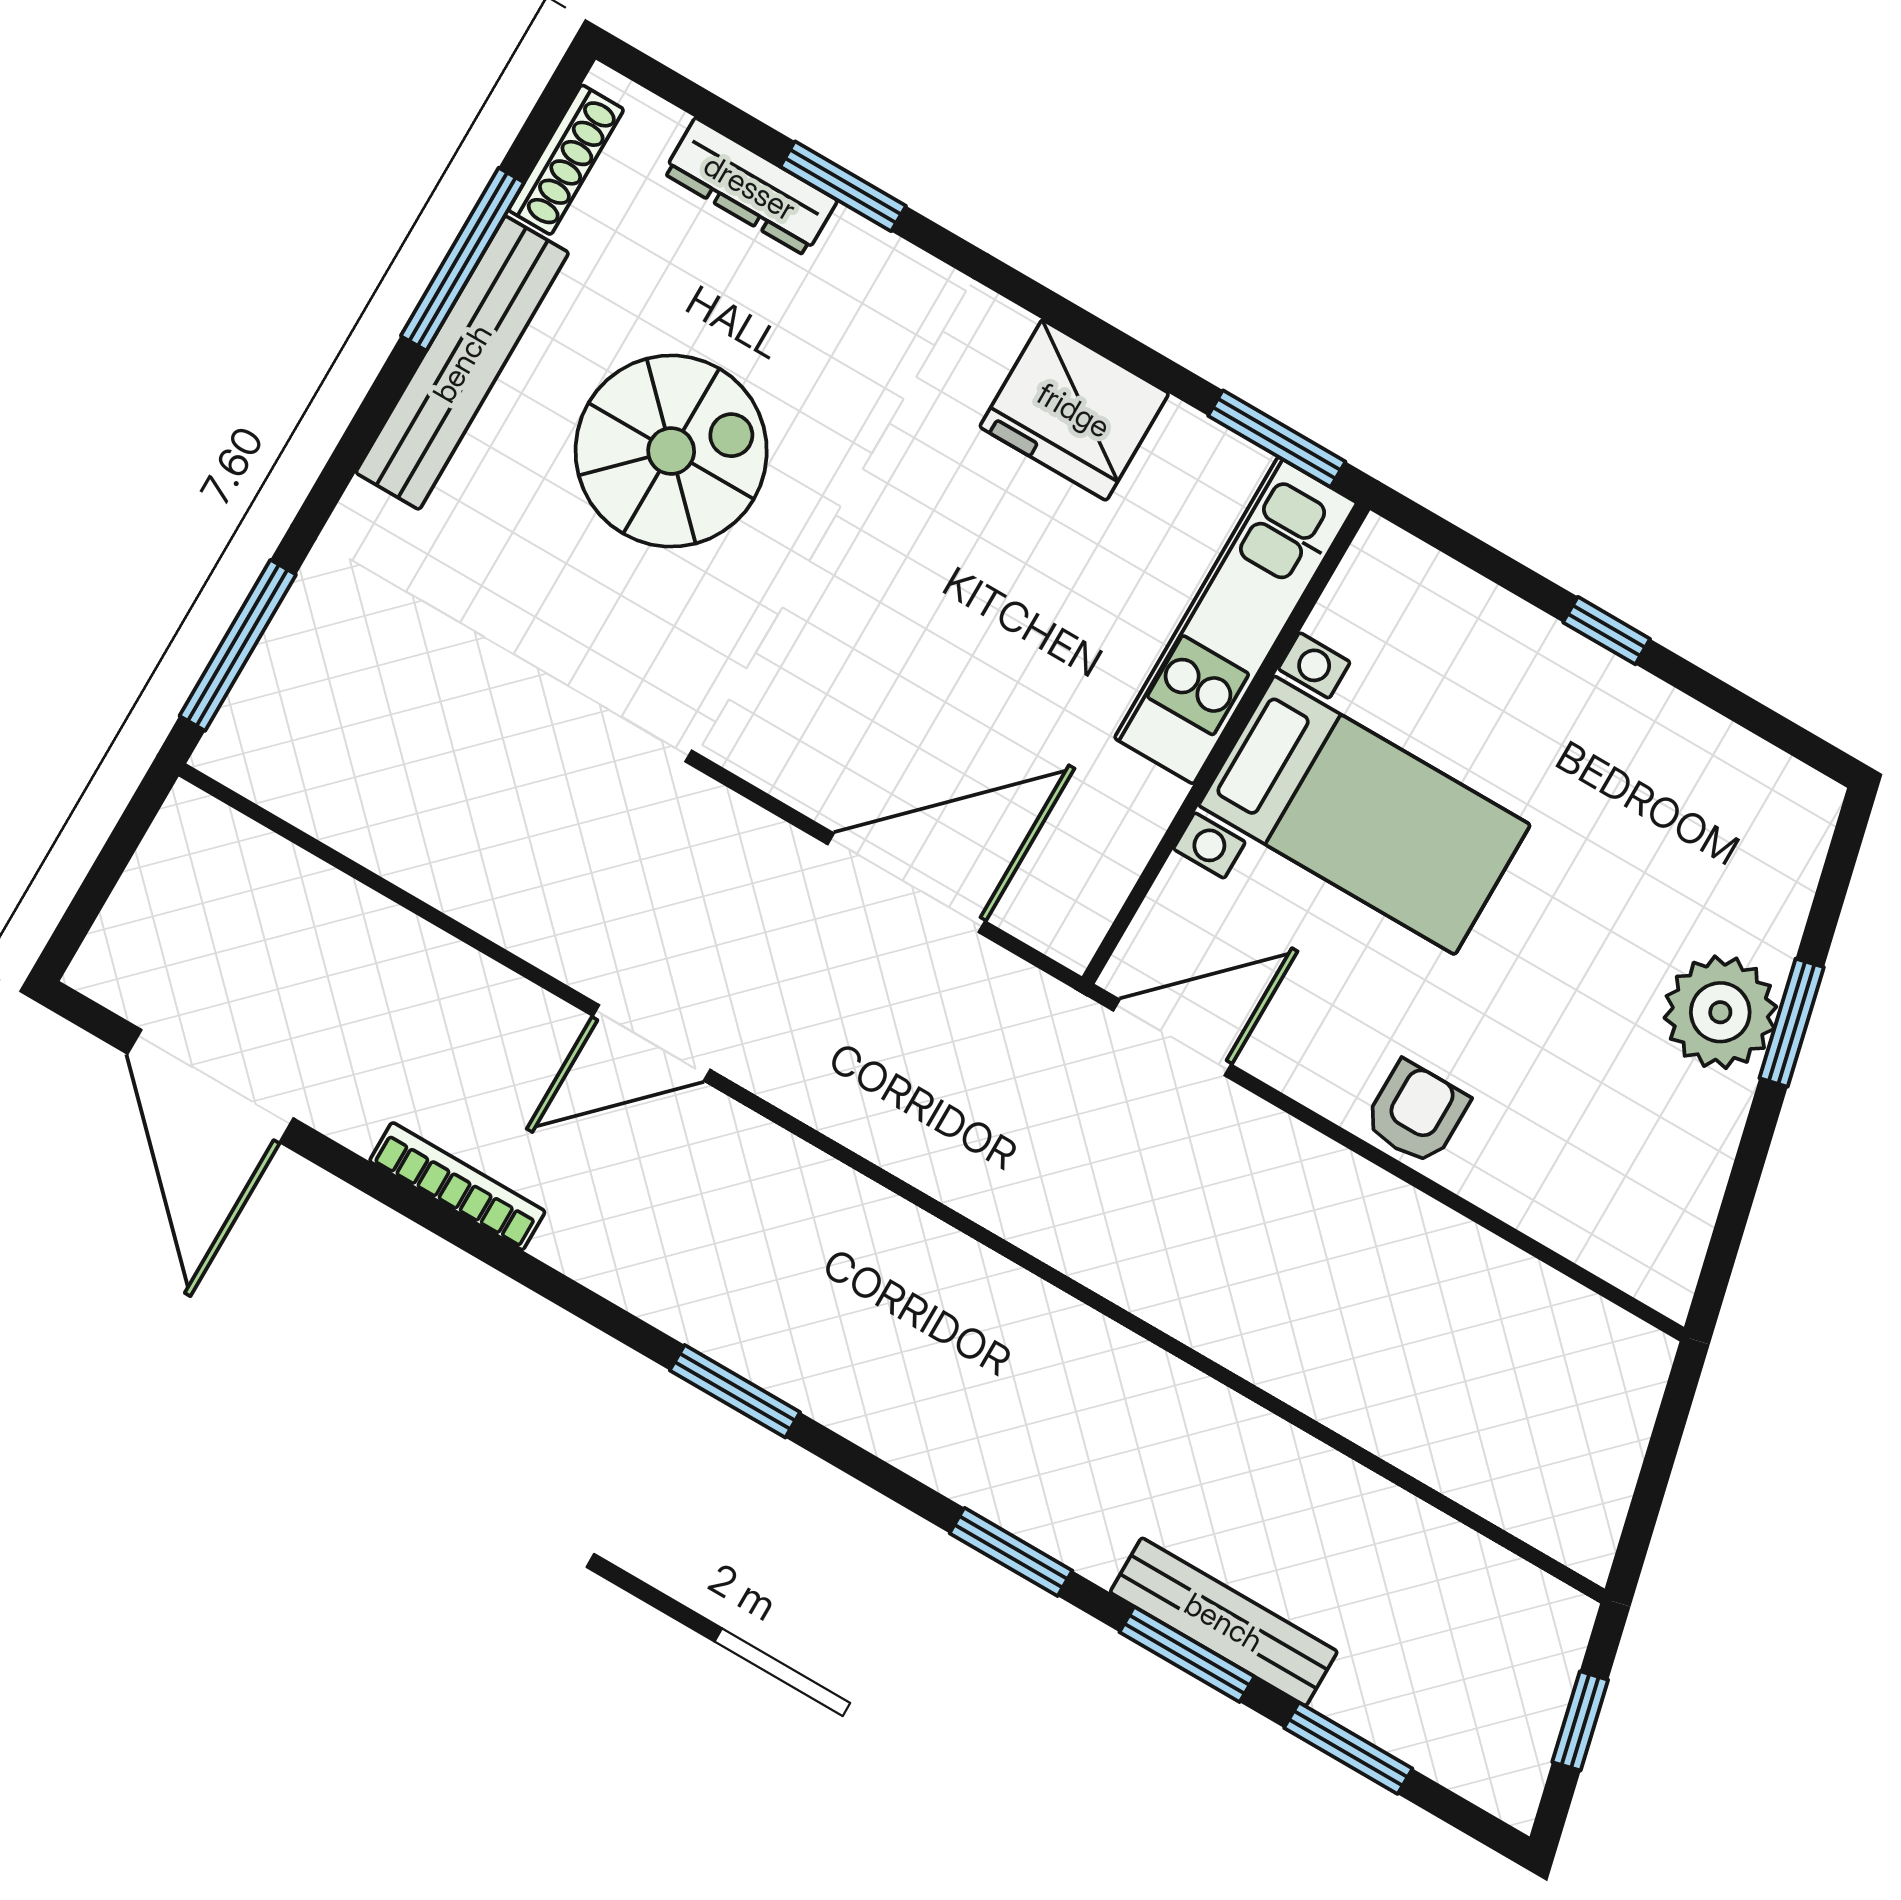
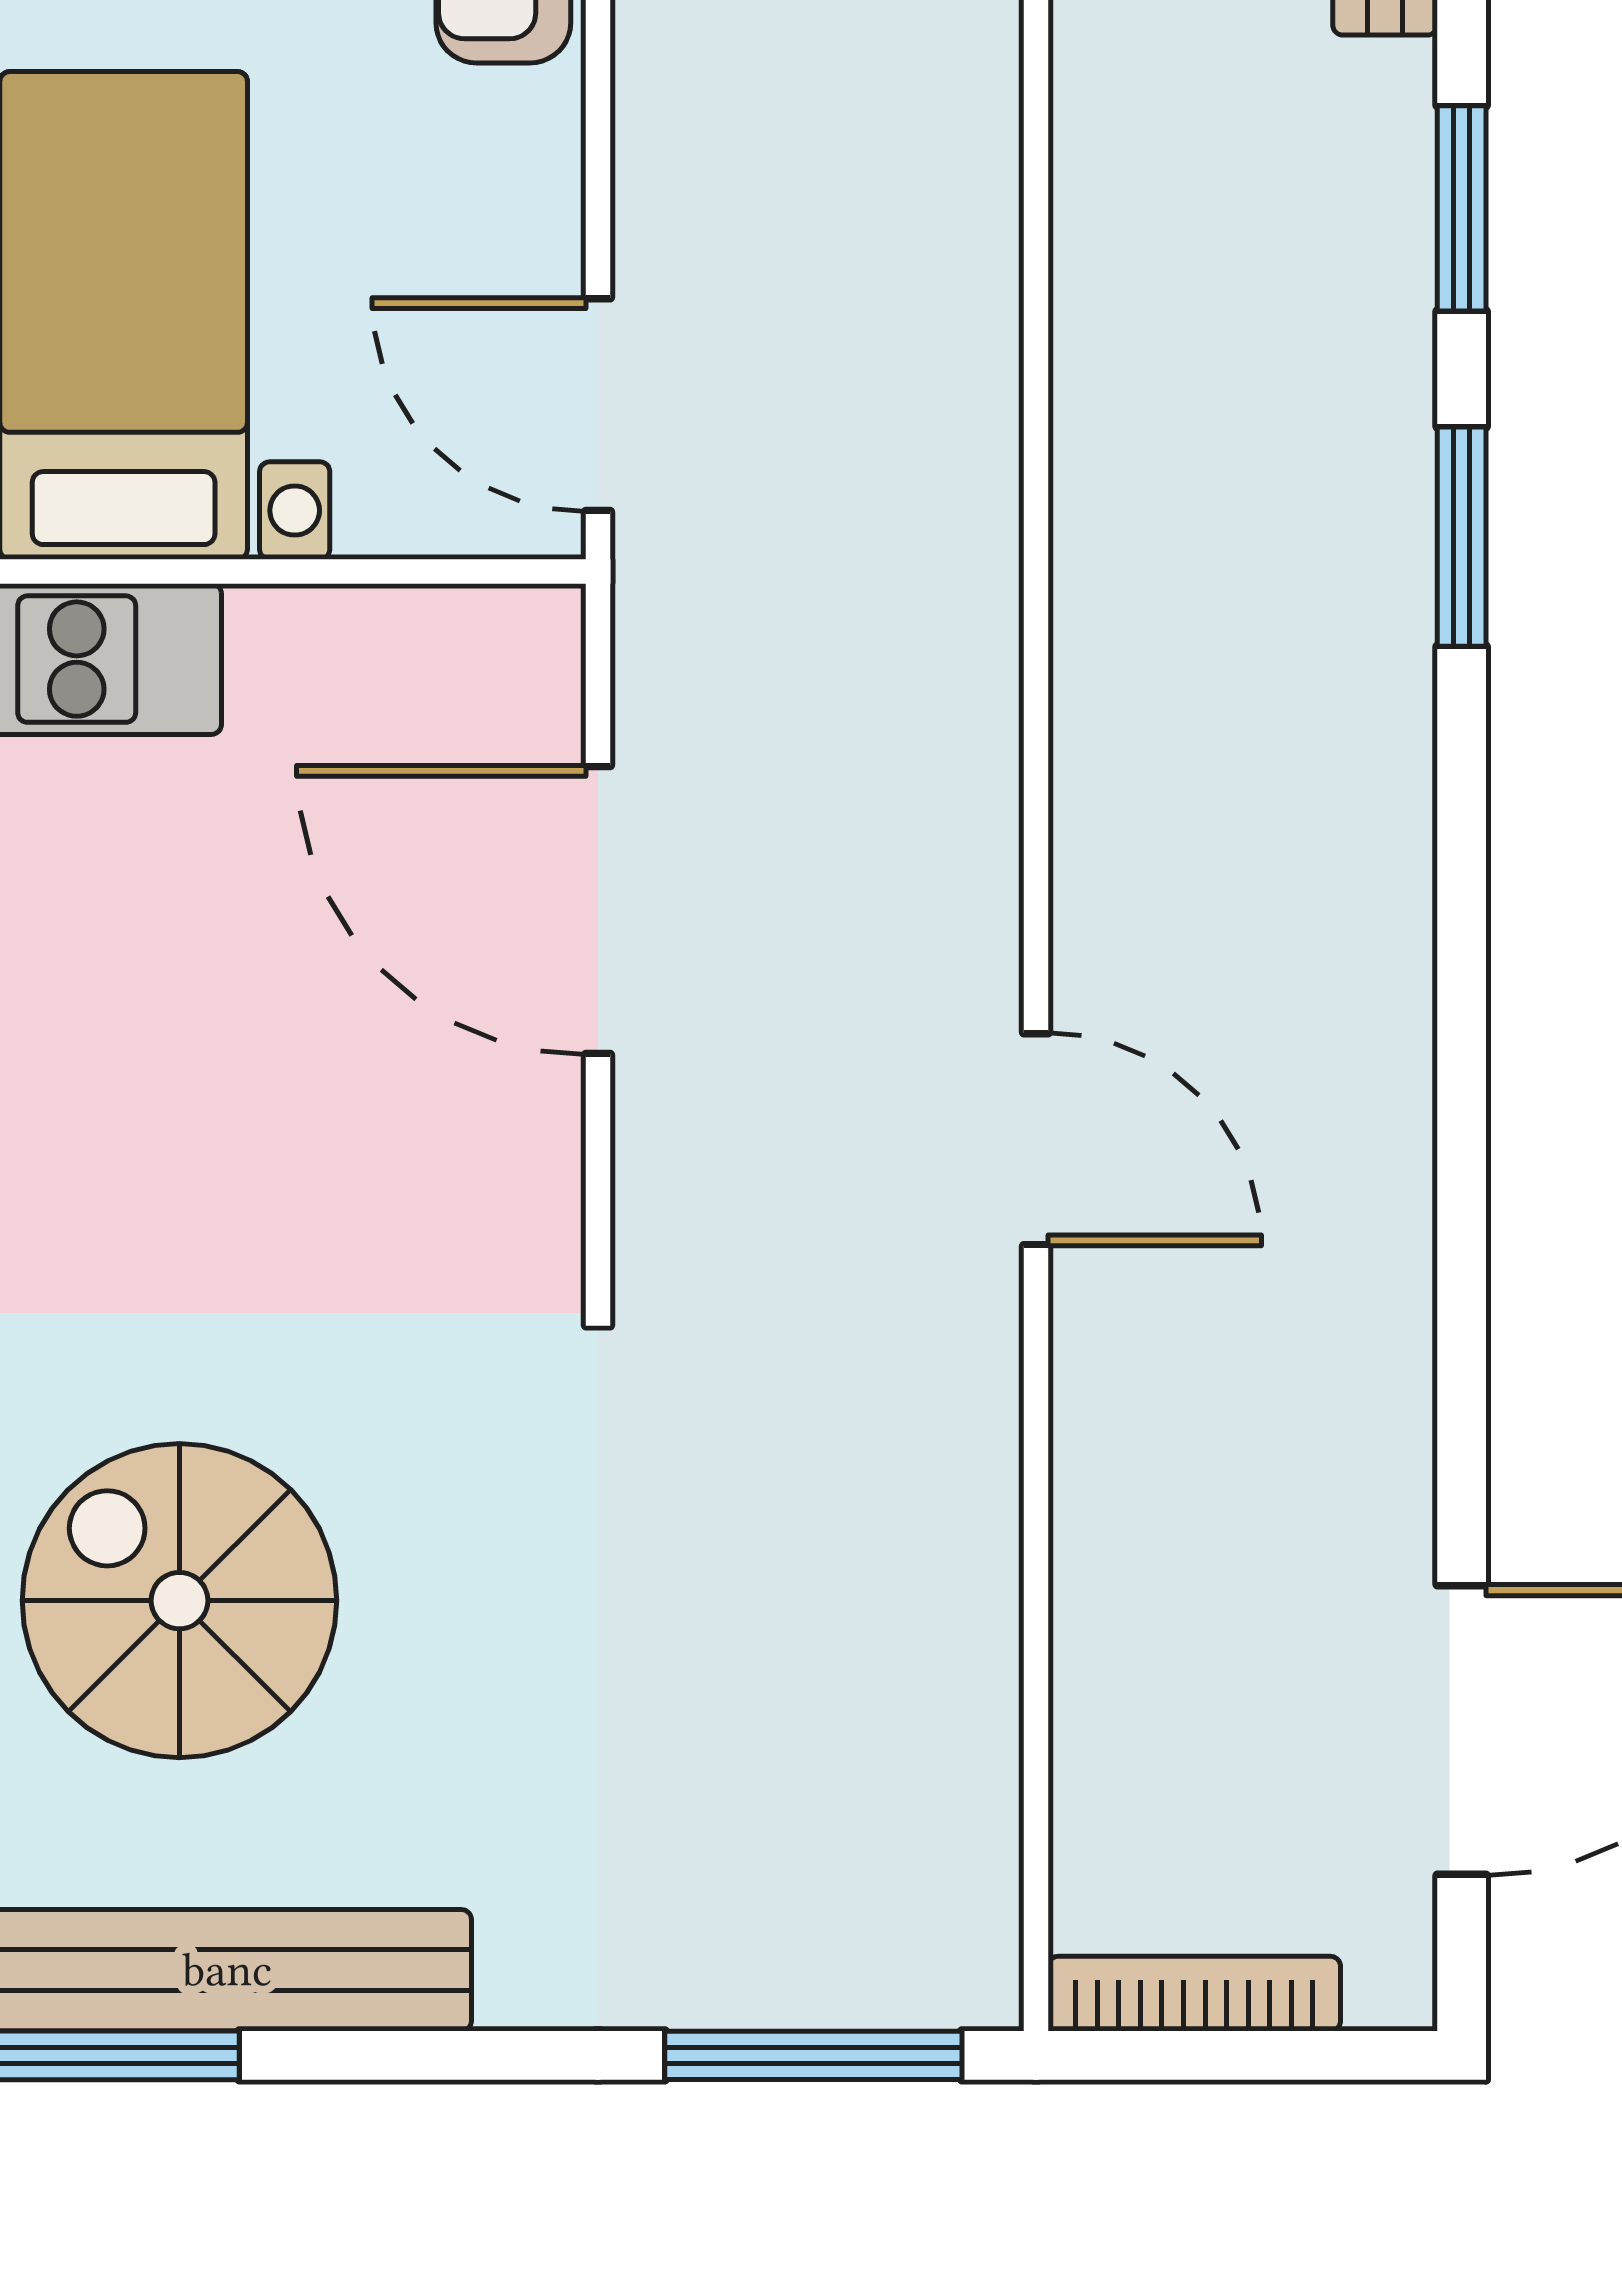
bookcase: (457, 1186) -> (1194, 1994), moved, turned 90
window: (735, 1391) -> (1462, 537), moved

